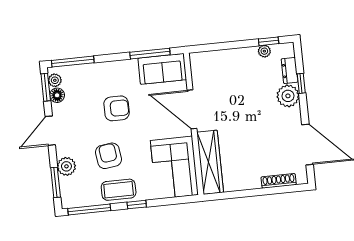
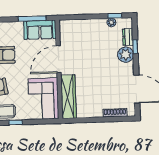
door: (192, 109) -> (59, 59), hinge flipped

